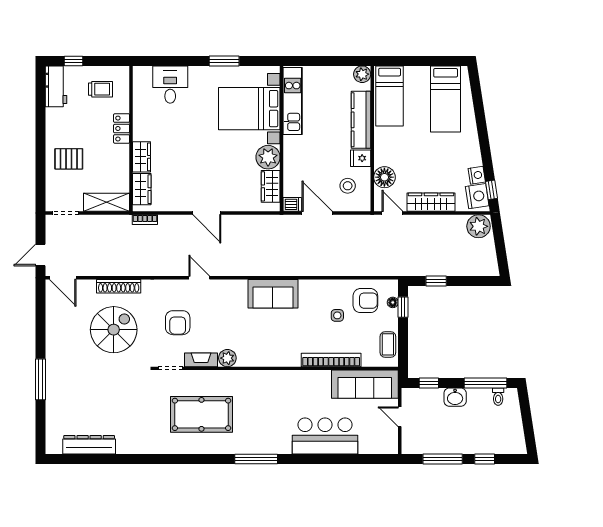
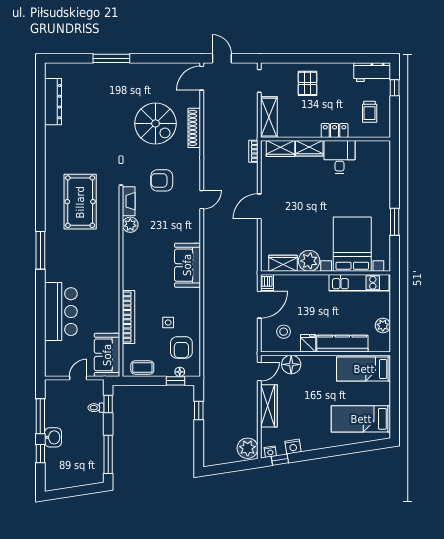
plant: (362, 74) -> (383, 326), moved
desk: (170, 85) -> (340, 157), moved, turned -90
nightstand: (477, 196) -> (270, 452), width x0.53, depth x0.56
sofa: (365, 384) -> (107, 355), width x0.73
washbasin: (455, 397) -> (53, 437), moved, turned 180
toilet: (498, 397) -> (96, 408), moved

